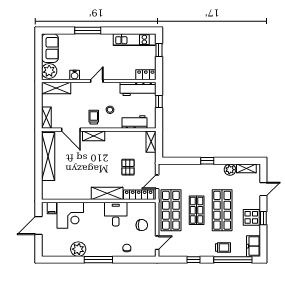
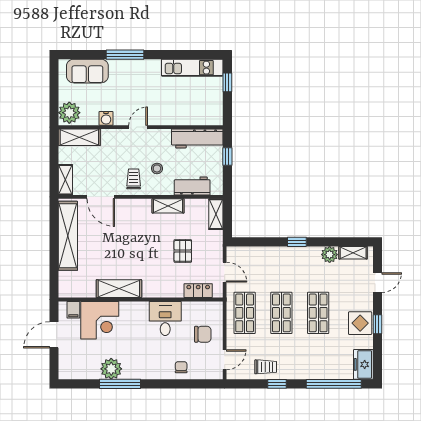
sofa: (50, 48) -> (87, 71), moved, turned 90
locker: (146, 75) -> (208, 118), removed
shelving: (94, 136) -> (168, 206), moved
door: (157, 182) -> (225, 272), swing flipped
shelving: (107, 193) -> (119, 289), moved
locker: (139, 195) -> (198, 291), width x0.66
shop shelf: (171, 210) -> (245, 313), width x0.70, depth x0.74
shop shelf: (222, 210) -> (318, 313), width x0.70, depth x0.74
trolley: (223, 247) -> (266, 367), moved
window: (98, 260) -> (120, 384), moved

